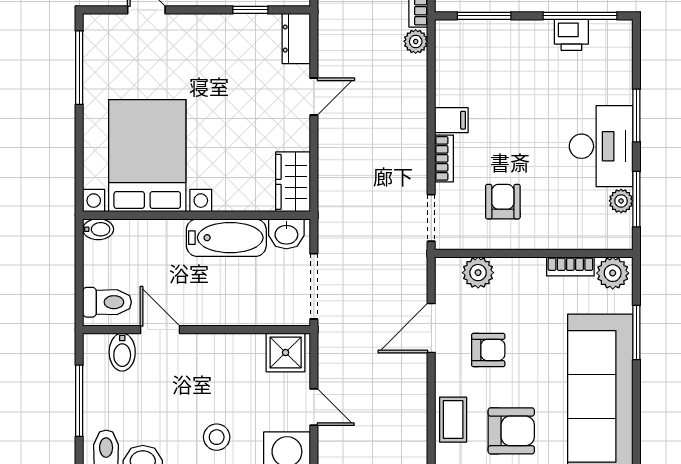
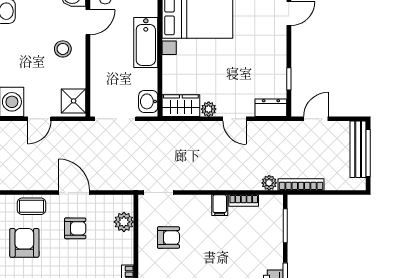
plant: (298, 138) -> (209, 109), added
bookcase: (444, 158) -> (244, 201), moved
bathtub: (226, 238) -> (146, 42), moved
door: (431, 328) -> (74, 192), moved
armchair: (488, 350) -> (75, 228), turned -90
armchair: (511, 431) -> (24, 243), turned 180
stool: (217, 437) -> (63, 49), moved

